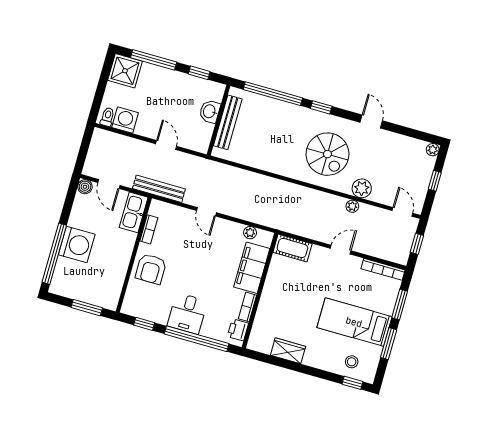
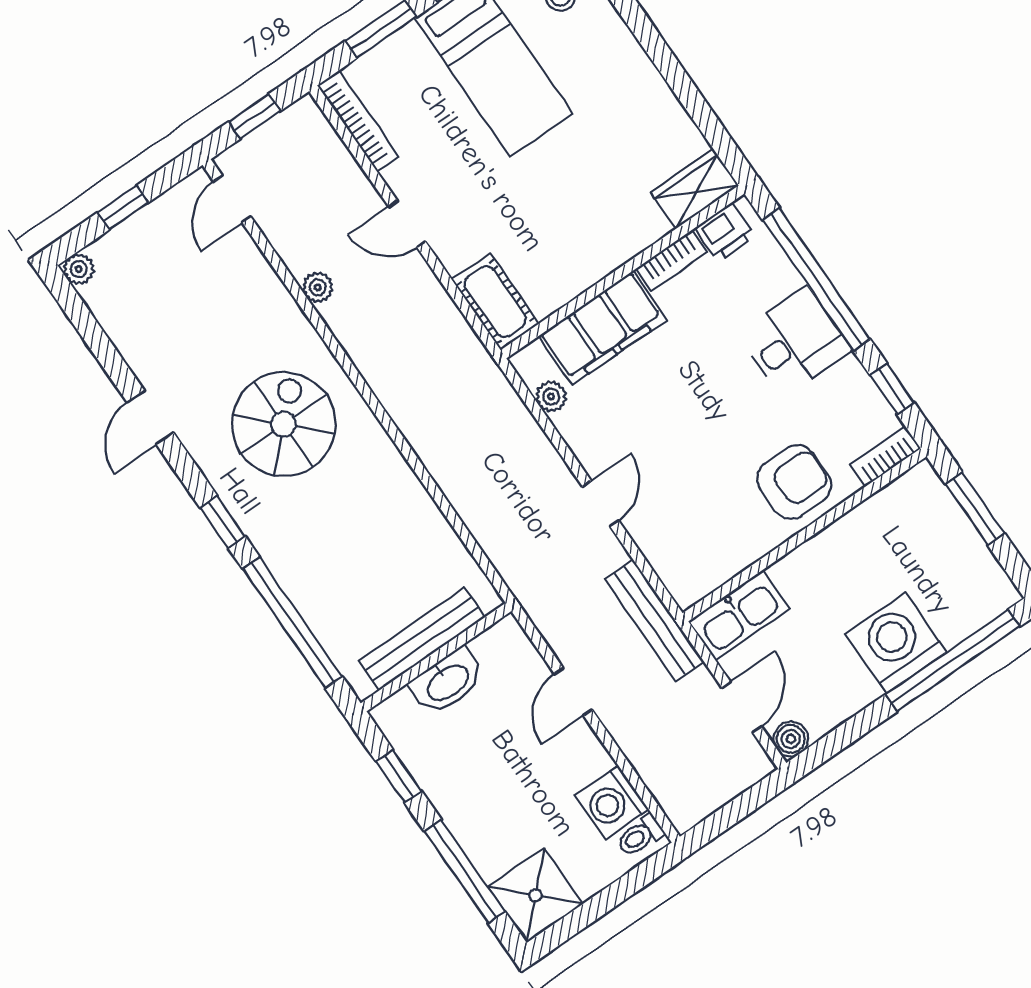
washbasin: (210, 111) -> (447, 682), width x1.38
plant: (362, 188) -> (272, 306), removed
bookcase: (149, 229) -> (886, 457), moved
wardrobe: (288, 351) -> (695, 189), moved, turned 90

